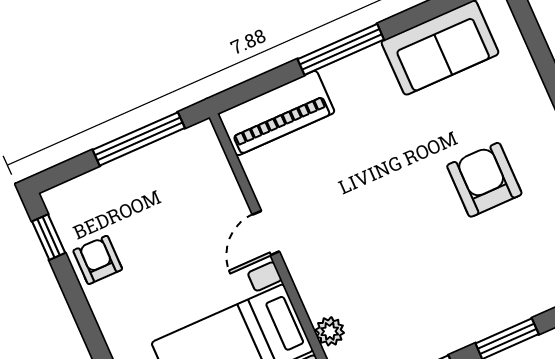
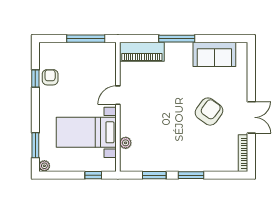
armchair: (484, 180) -> (209, 112), turned 36
window: (49, 237) -> (35, 78), moved

